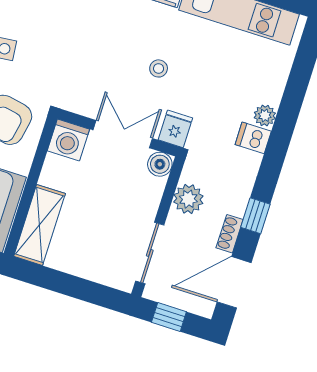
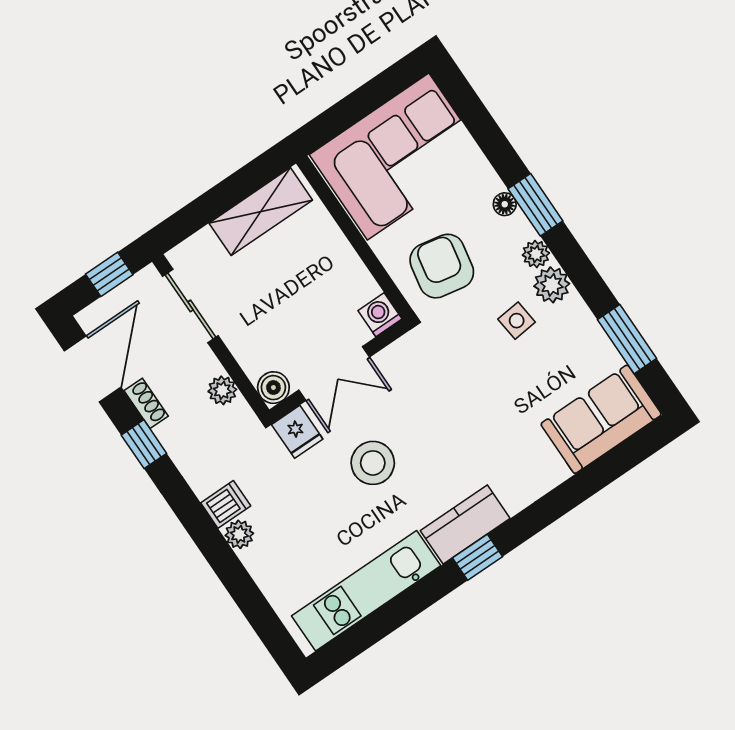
stool: (159, 68) -> (373, 463), width x1.89, depth x1.89
washing machine: (68, 140) -> (380, 315), width x0.73, depth x0.73
plant: (188, 199) -> (222, 390), width x0.73, depth x0.73
shelving: (40, 225) -> (261, 212), moved, turned 90

